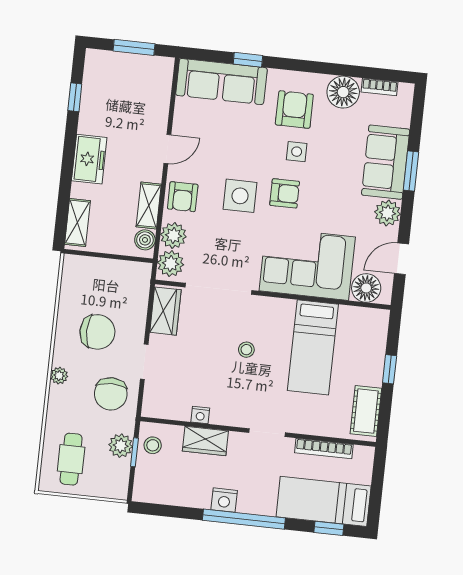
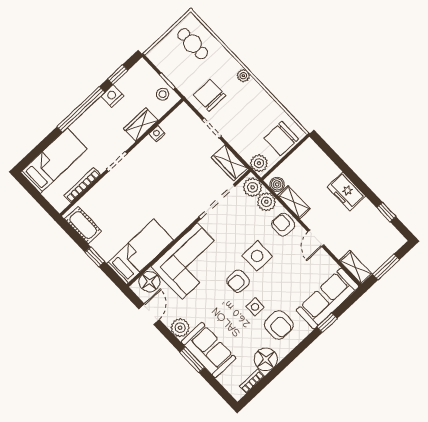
shelving: (77, 222) -> (356, 267), moved
chair: (97, 332) -> (281, 139), moved
bed: (313, 347) -> (140, 252), moved, turned 90
stool: (246, 350) -> (171, 189), removed
plant: (121, 446) -> (259, 163), moved
nightstand: (224, 500) -> (112, 96), moved
window: (329, 528) -> (118, 75), moved

